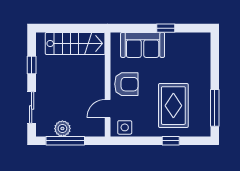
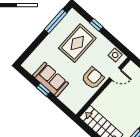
sofa: (143, 45) -> (51, 80), moved
armchair: (126, 84) -> (93, 78), turned 90

